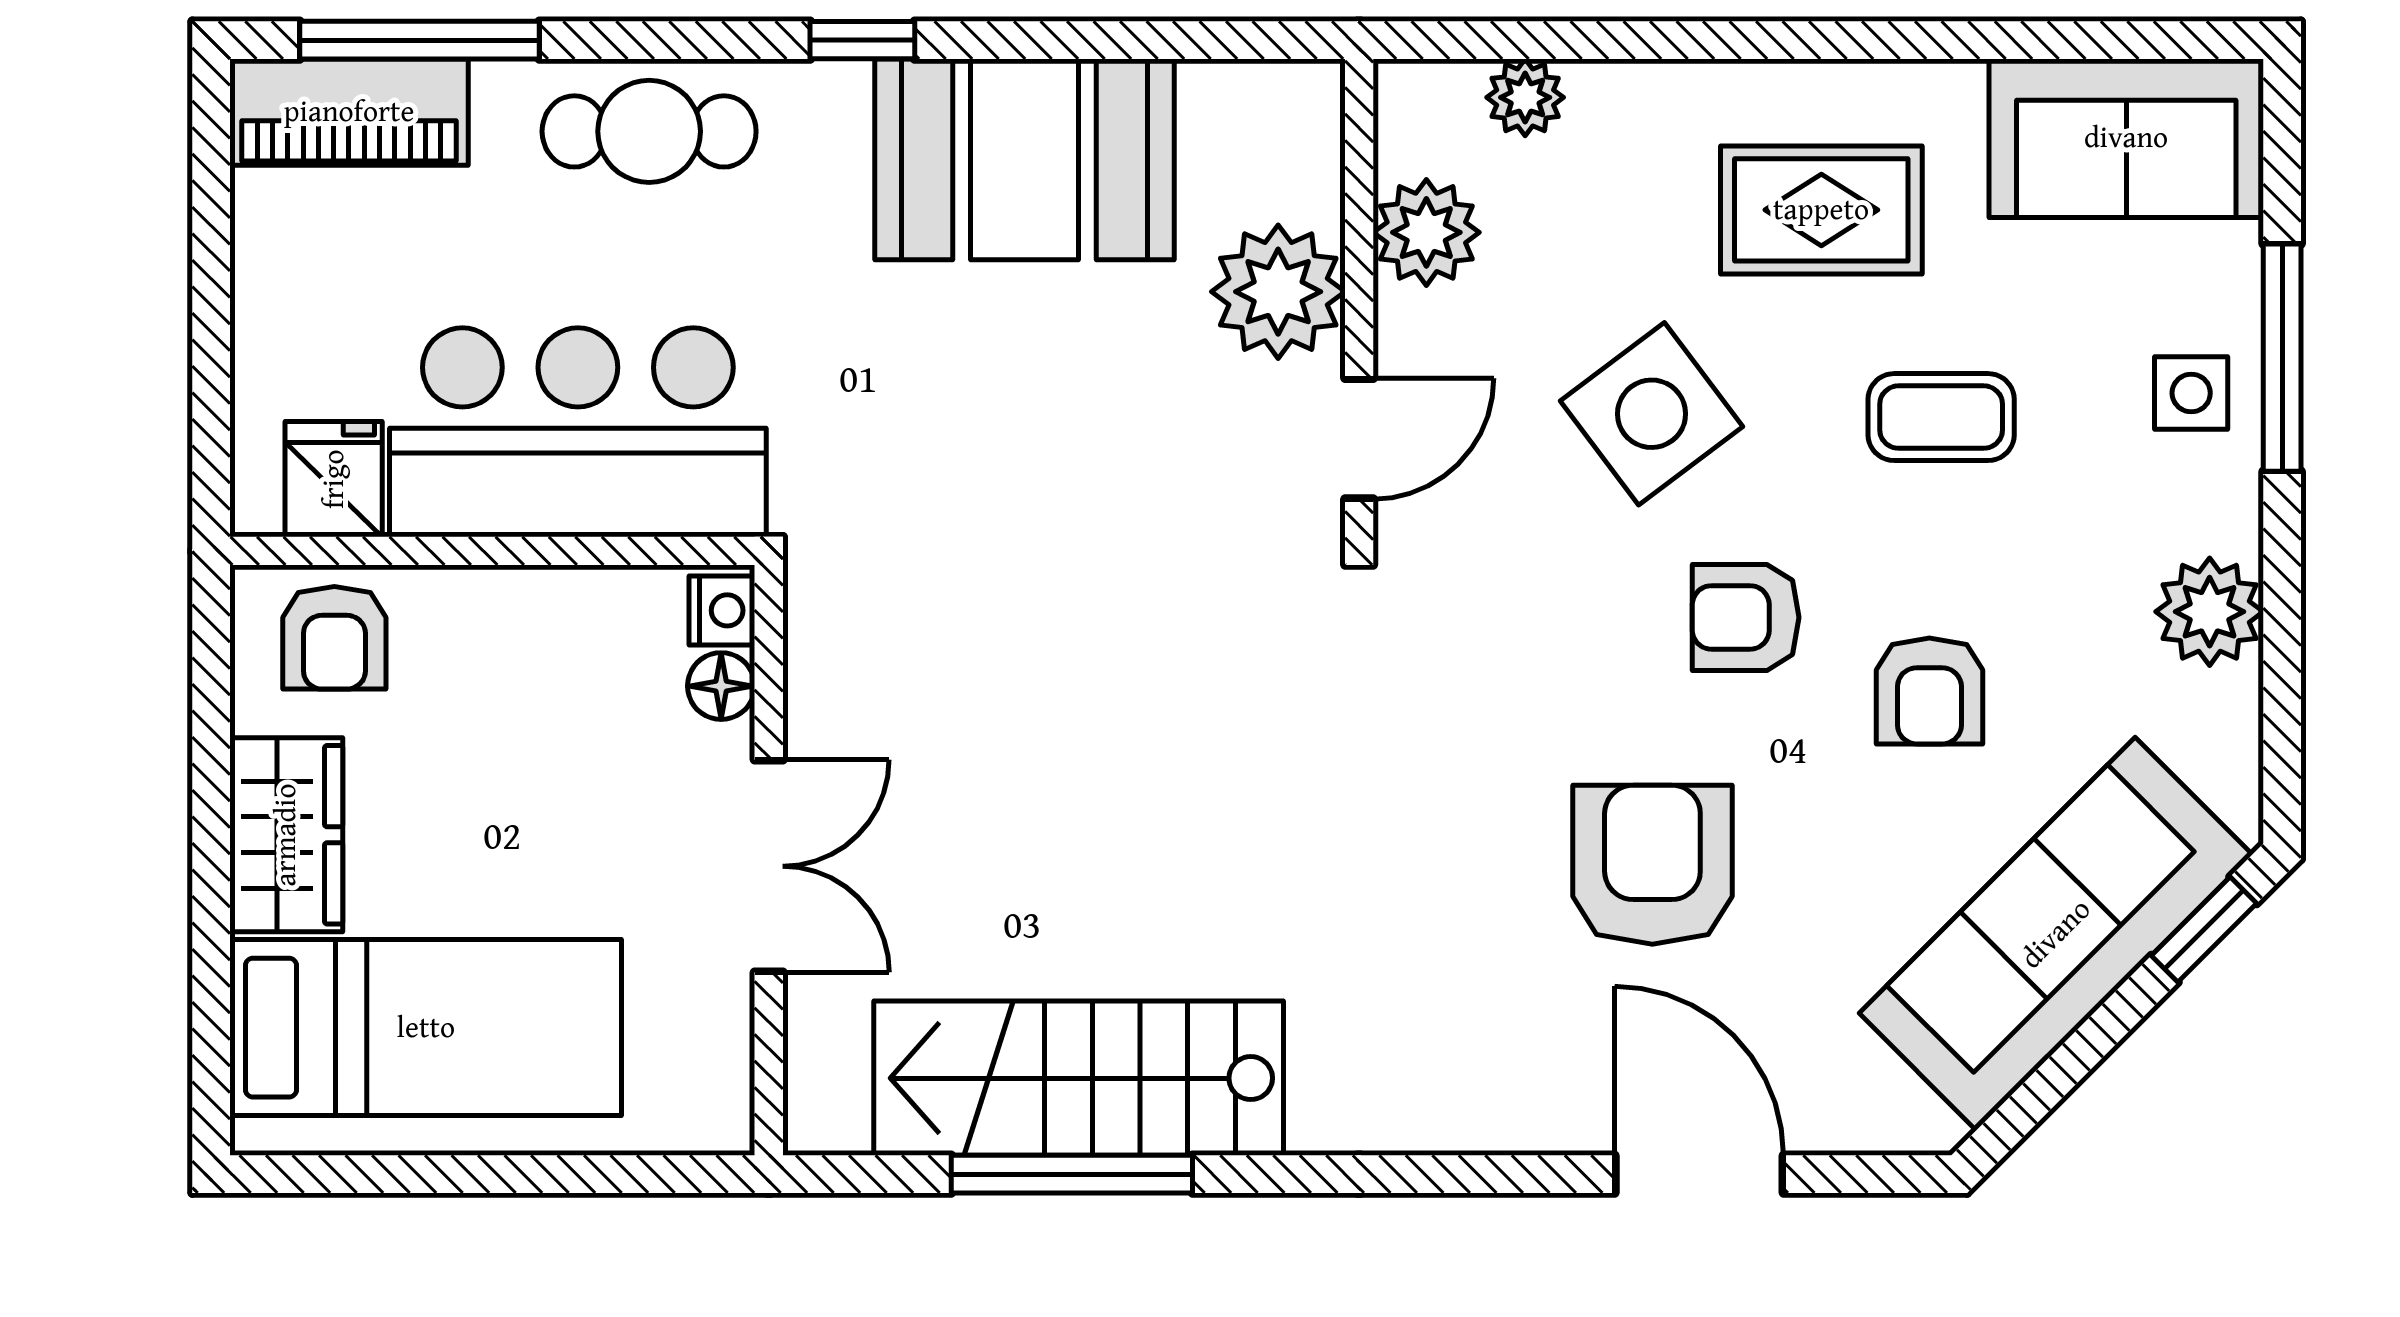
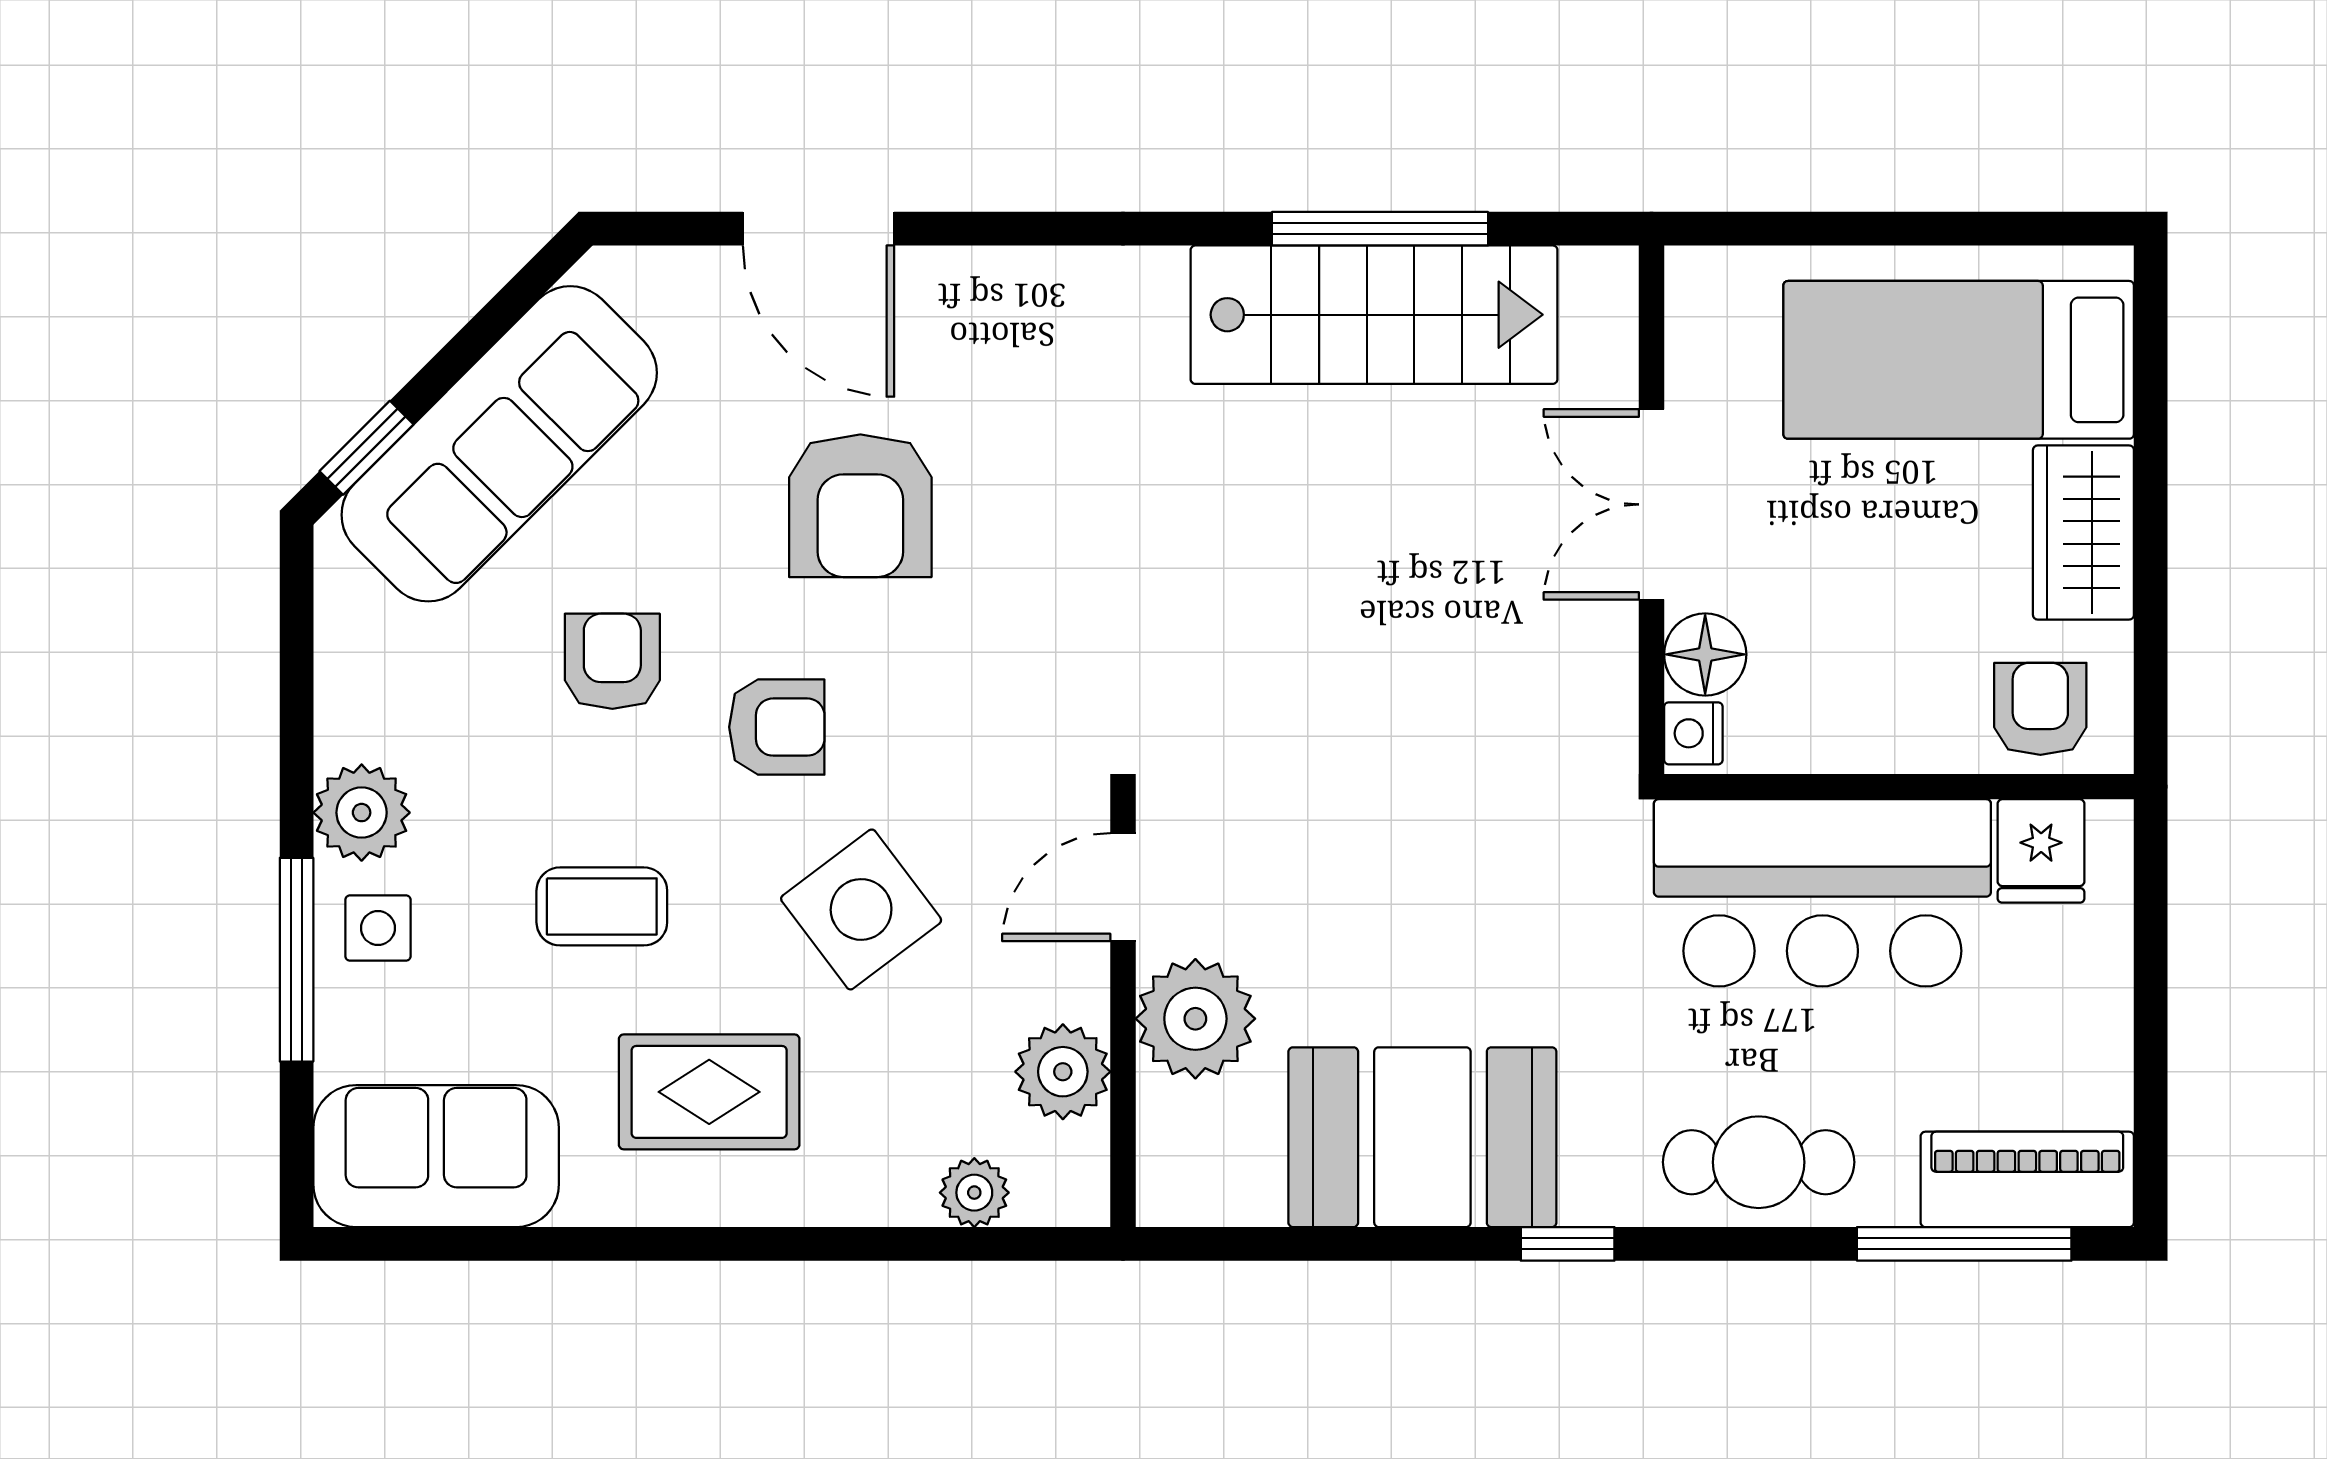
plant: (2210, 612) -> (362, 813), moved
floor lamp: (721, 686) -> (1705, 654), width x1.37, depth x1.37

